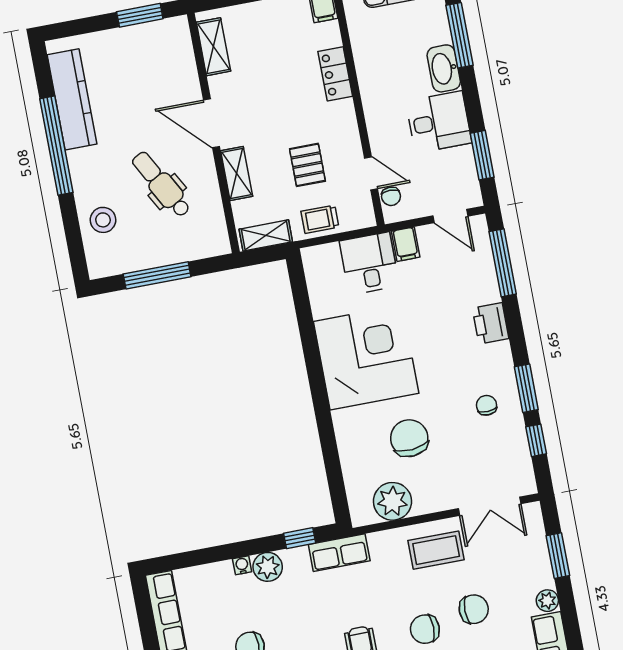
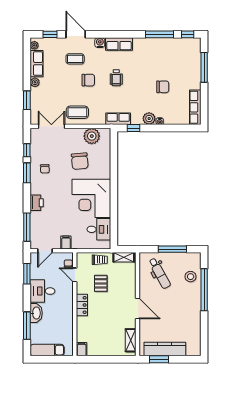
locker: (335, 74) -> (82, 305), moved
kitchen counter: (72, 99) -> (165, 349), moved, turned 90
window: (56, 146) -> (204, 290), moved
shelving: (237, 173) -> (131, 285), removed
dental chair: (161, 184) -> (160, 273), moved
door: (450, 216) -> (45, 251), swing flipped
desk: (369, 263) -> (99, 229), moved, turned -90
chair: (474, 609) -> (66, 85), removed

